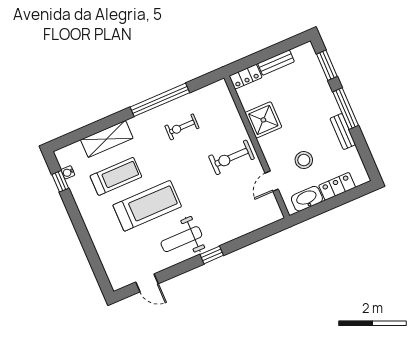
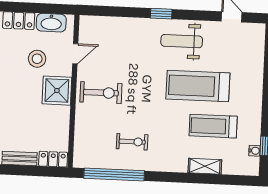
window: (160, 100) -> (114, 174), moved
shower: (263, 120) -> (57, 91), moved
shelving: (107, 139) -> (205, 166), width x0.67, depth x0.75
weight bench: (181, 239) -> (182, 41), turned 180

